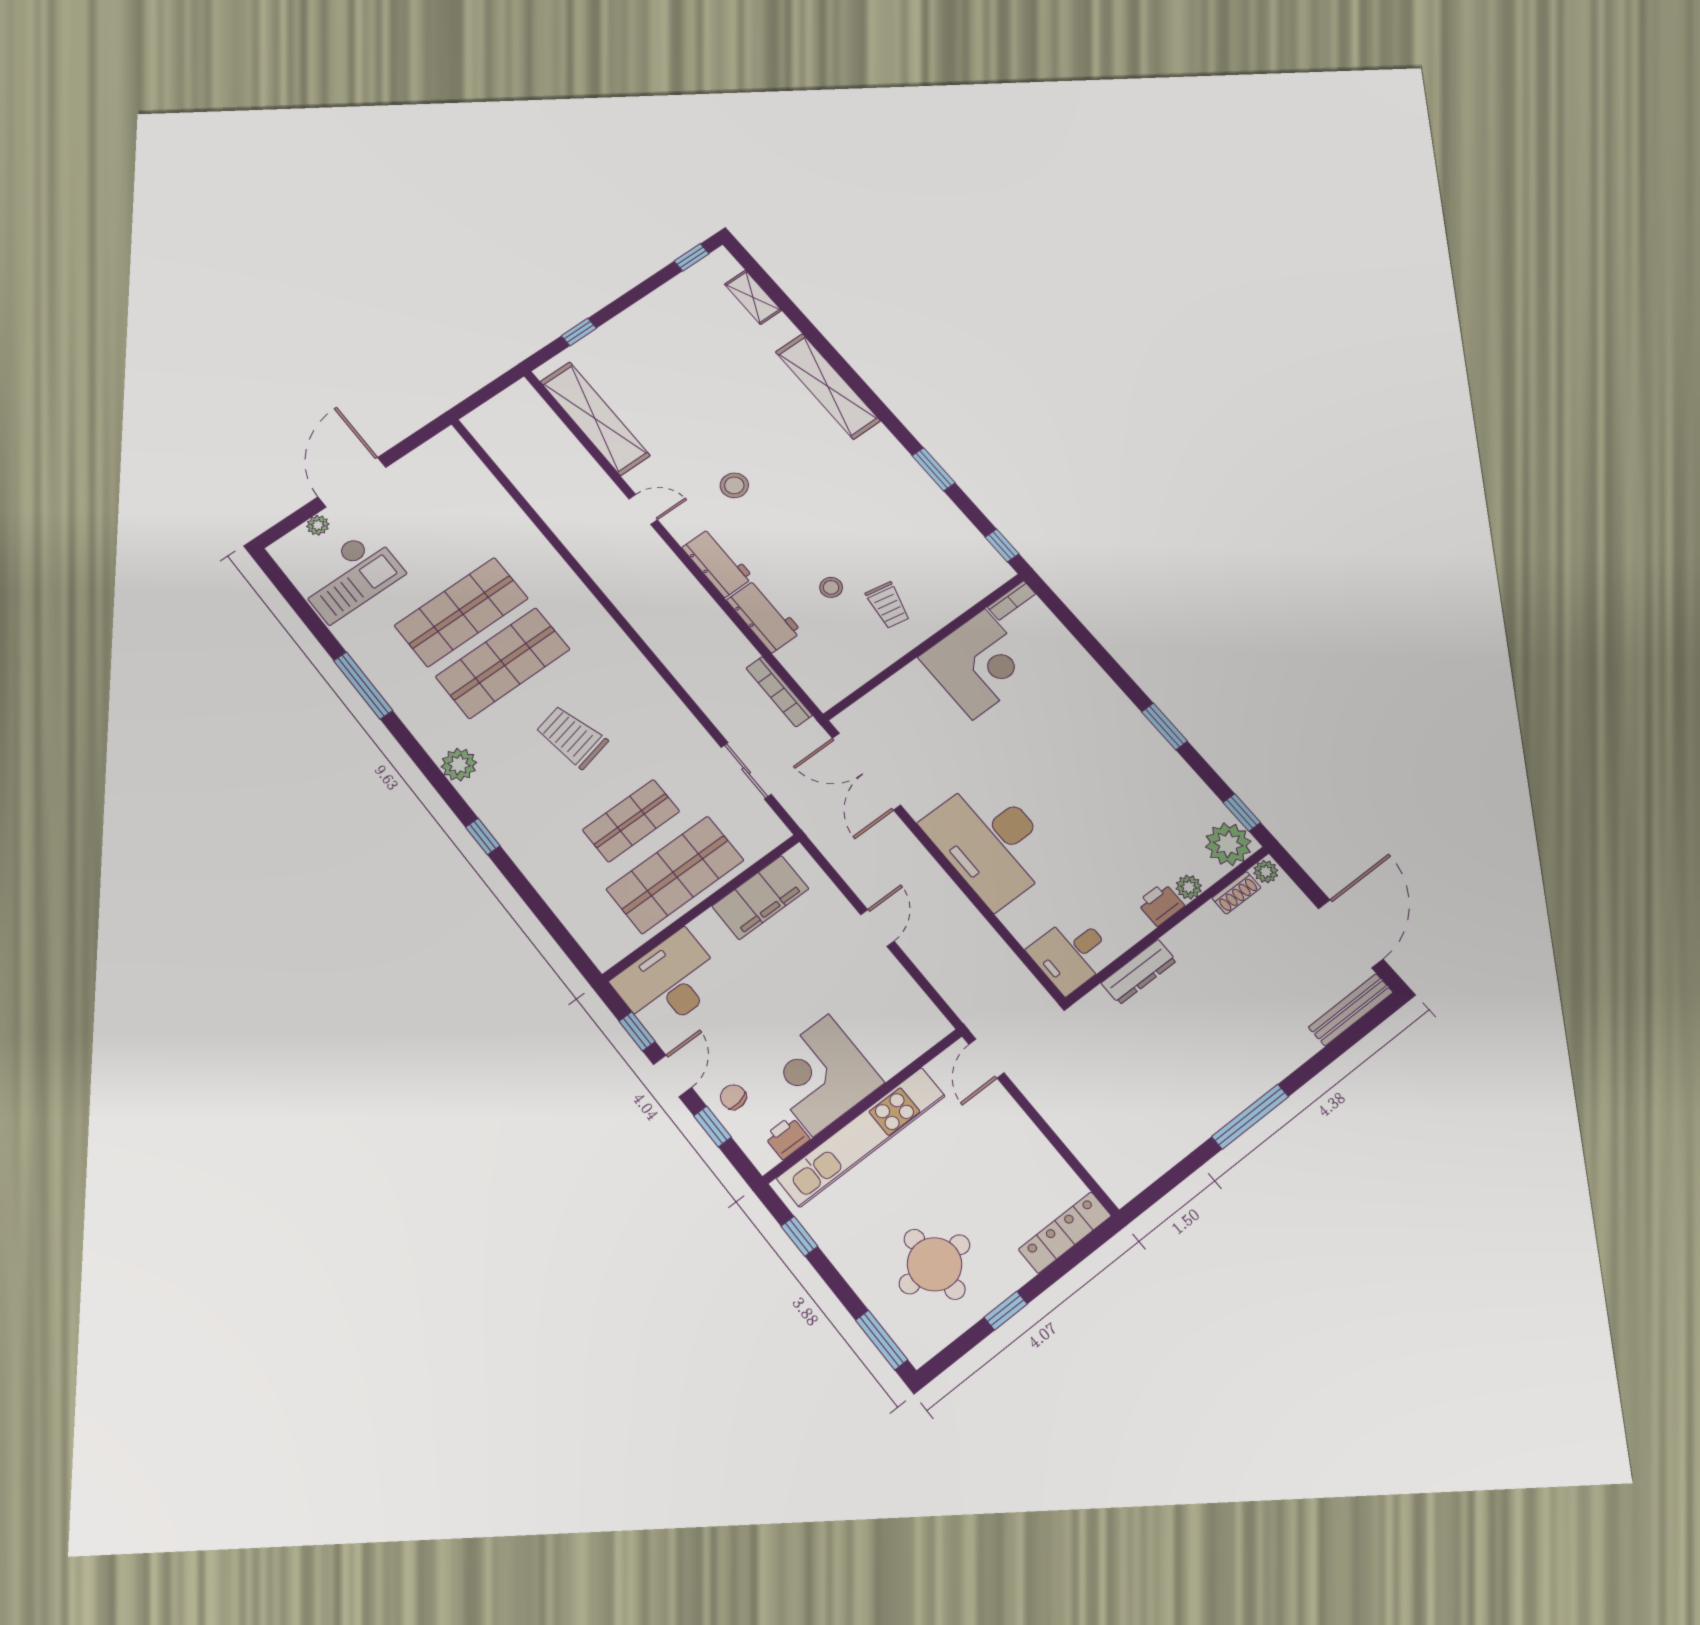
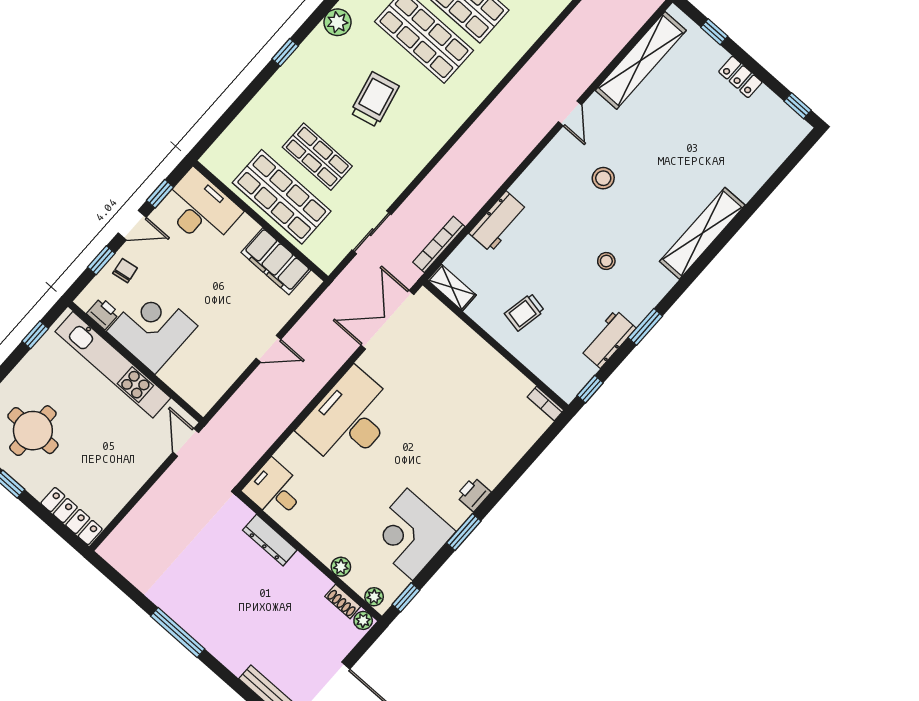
shelving: (753, 297) -> (452, 288), moved, turned 90
locker: (642, 313) -> (740, 77), added
workbench: (718, 563) -> (608, 339), moved, turned 180
stool: (831, 587) -> (606, 261), moved
corner desk: (979, 664) -> (410, 534), moved, turned 90
plant: (1228, 844) -> (374, 597), width x0.53, depth x0.53
printer: (1161, 904) -> (473, 494), moved, turned -90
door: (986, 1059) -> (186, 442), hinge flipped

